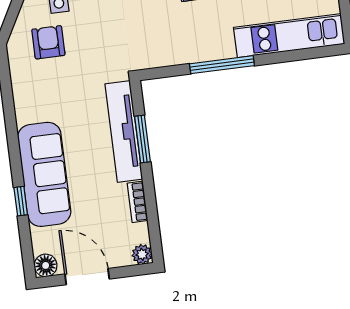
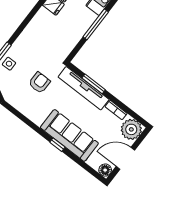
armchair: (48, 42) -> (39, 83), moved, turned 90
window: (21, 201) -> (57, 145), moved
plant: (142, 254) -> (131, 129), width x1.88, depth x1.88

